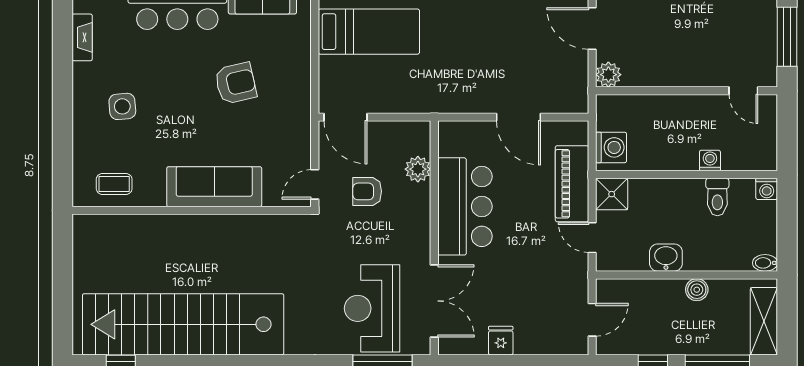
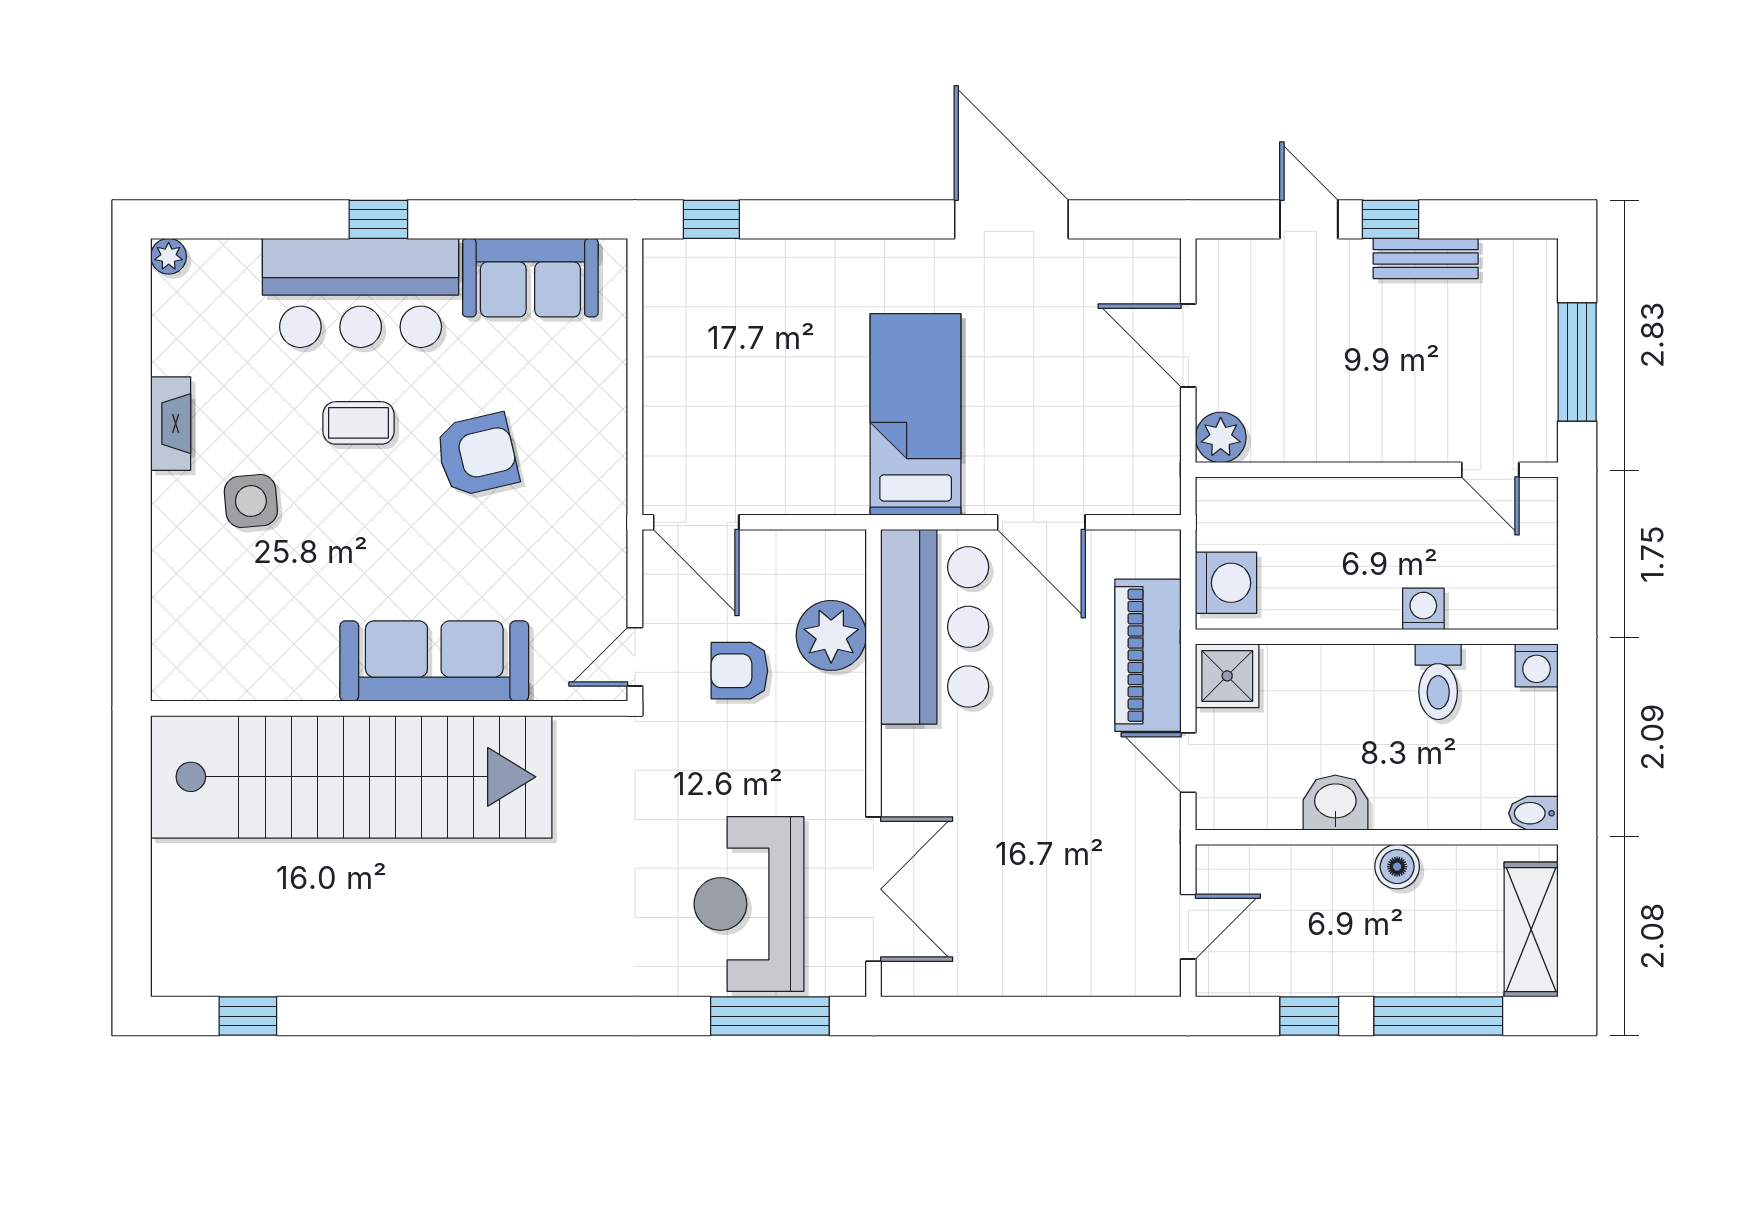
bed: (369, 32) -> (916, 414), moved, turned -90
fireplace: (82, 37) -> (171, 424), moved
plant: (418, 169) -> (831, 635), width x1.36, depth x1.36
coffee table: (114, 184) -> (358, 423), moved
bar counter: (465, 206) -> (935, 627), moved
stairs: (183, 324) -> (351, 777), moved, turned 180
fridge: (501, 341) -> (1006, 968), removed

